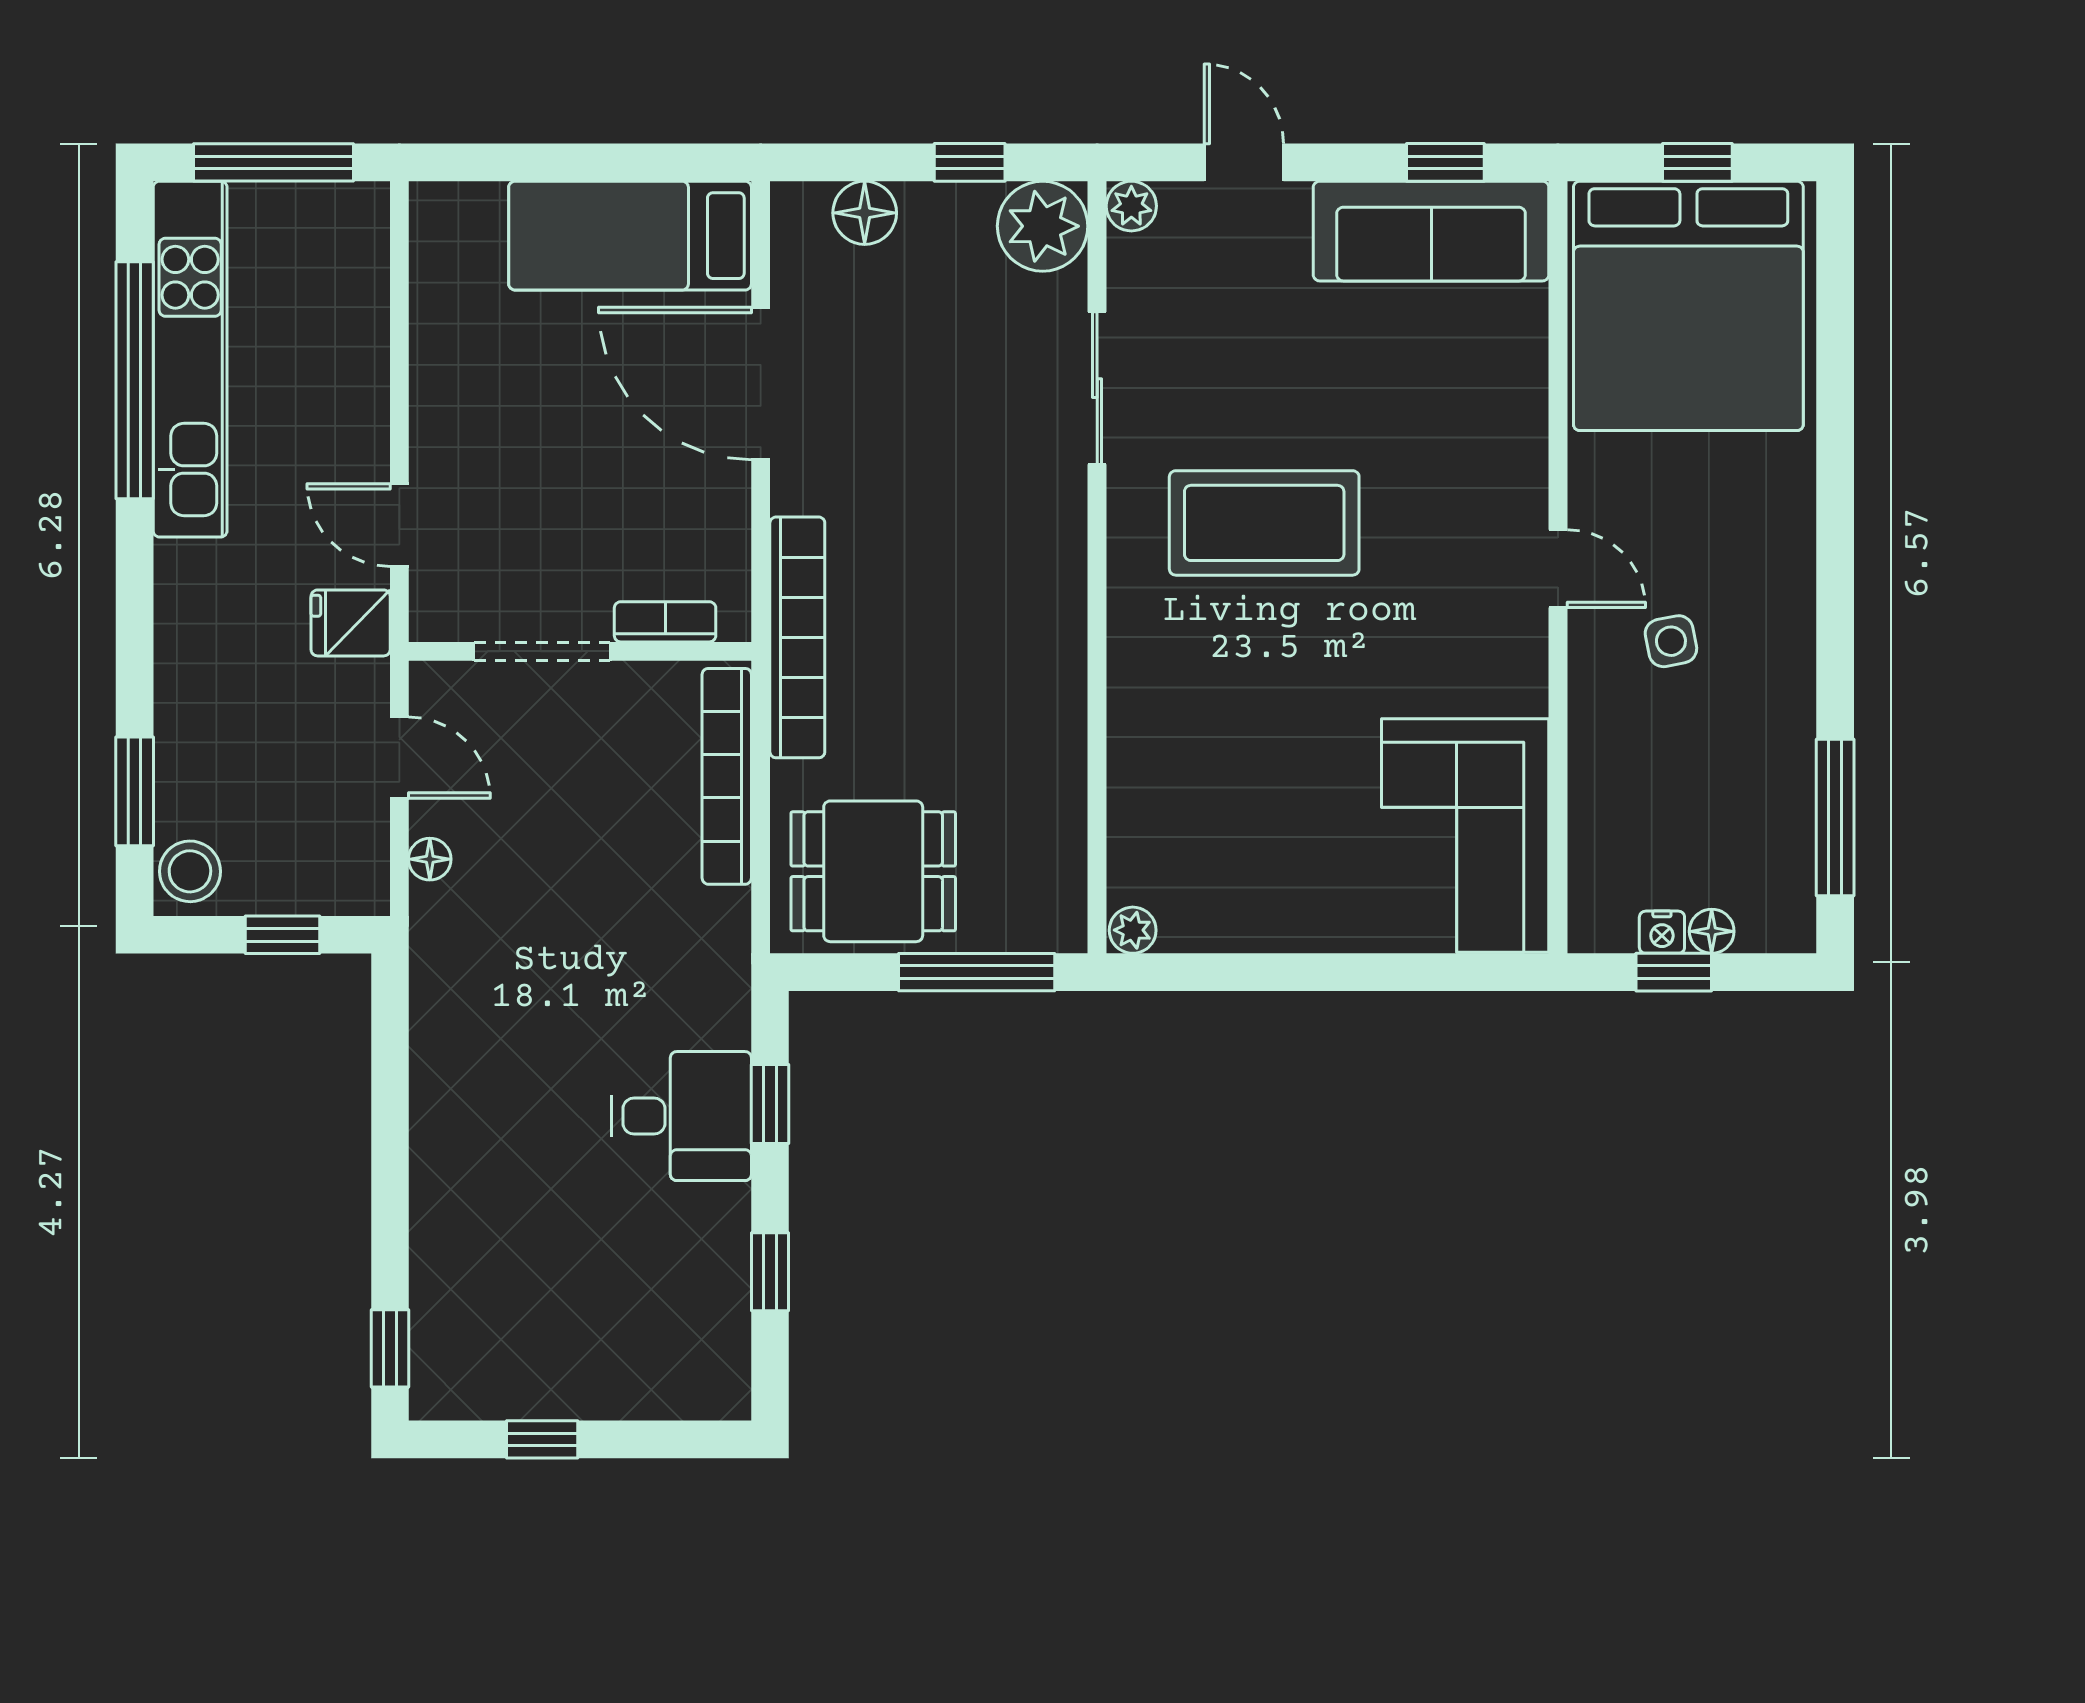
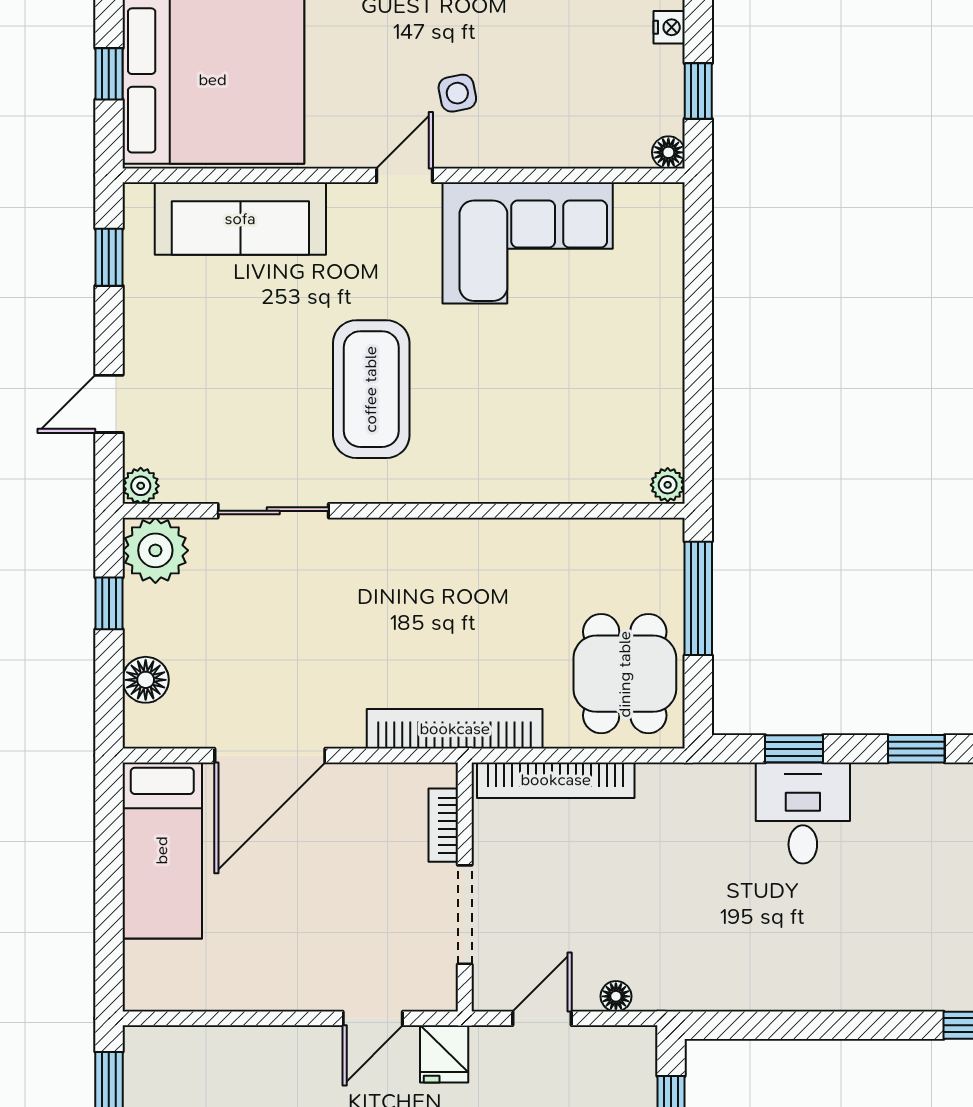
sofa: (1431, 231) -> (240, 219), moved, turned 90
corner sofa: (1465, 836) -> (528, 243), moved
floor lamp: (1712, 931) -> (668, 152), moved
nightstand: (1662, 932) -> (669, 27), moved

